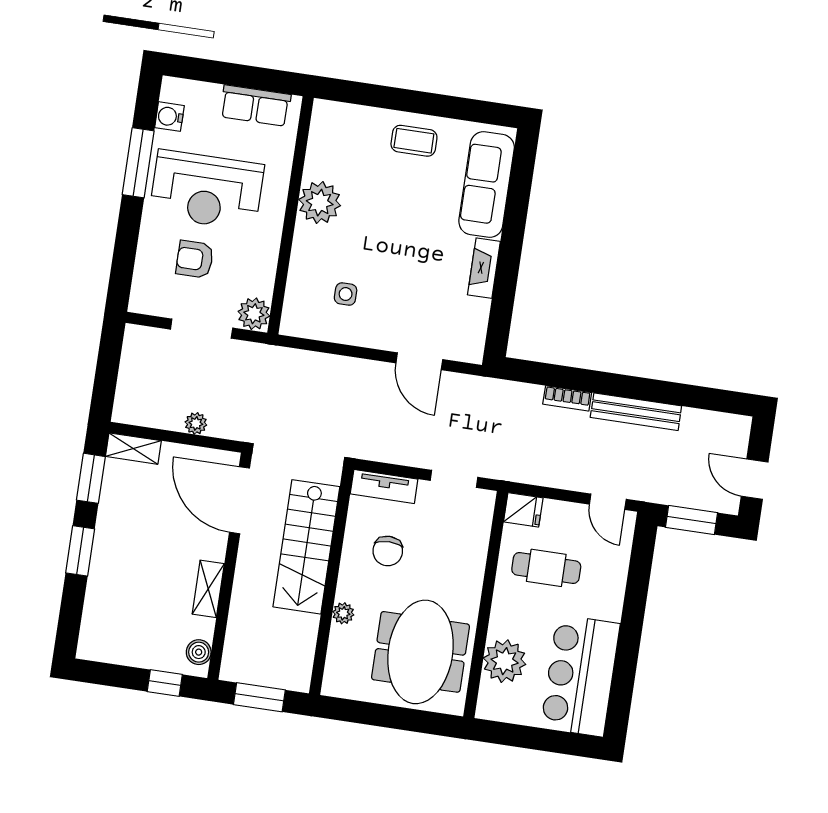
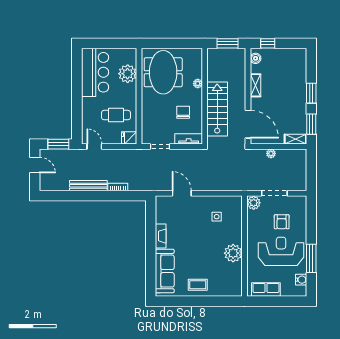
armchair: (195, 259) -> (282, 222), turned 90

